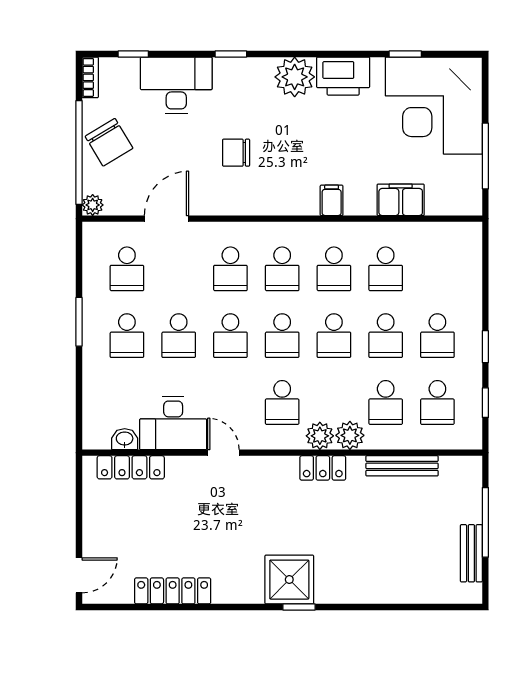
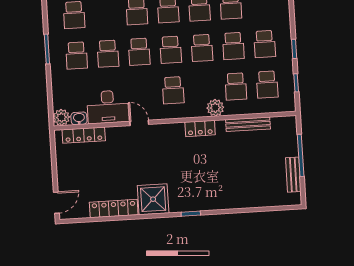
plant: (320, 436) -> (61, 117), moved
shower: (289, 580) -> (153, 199), moved

